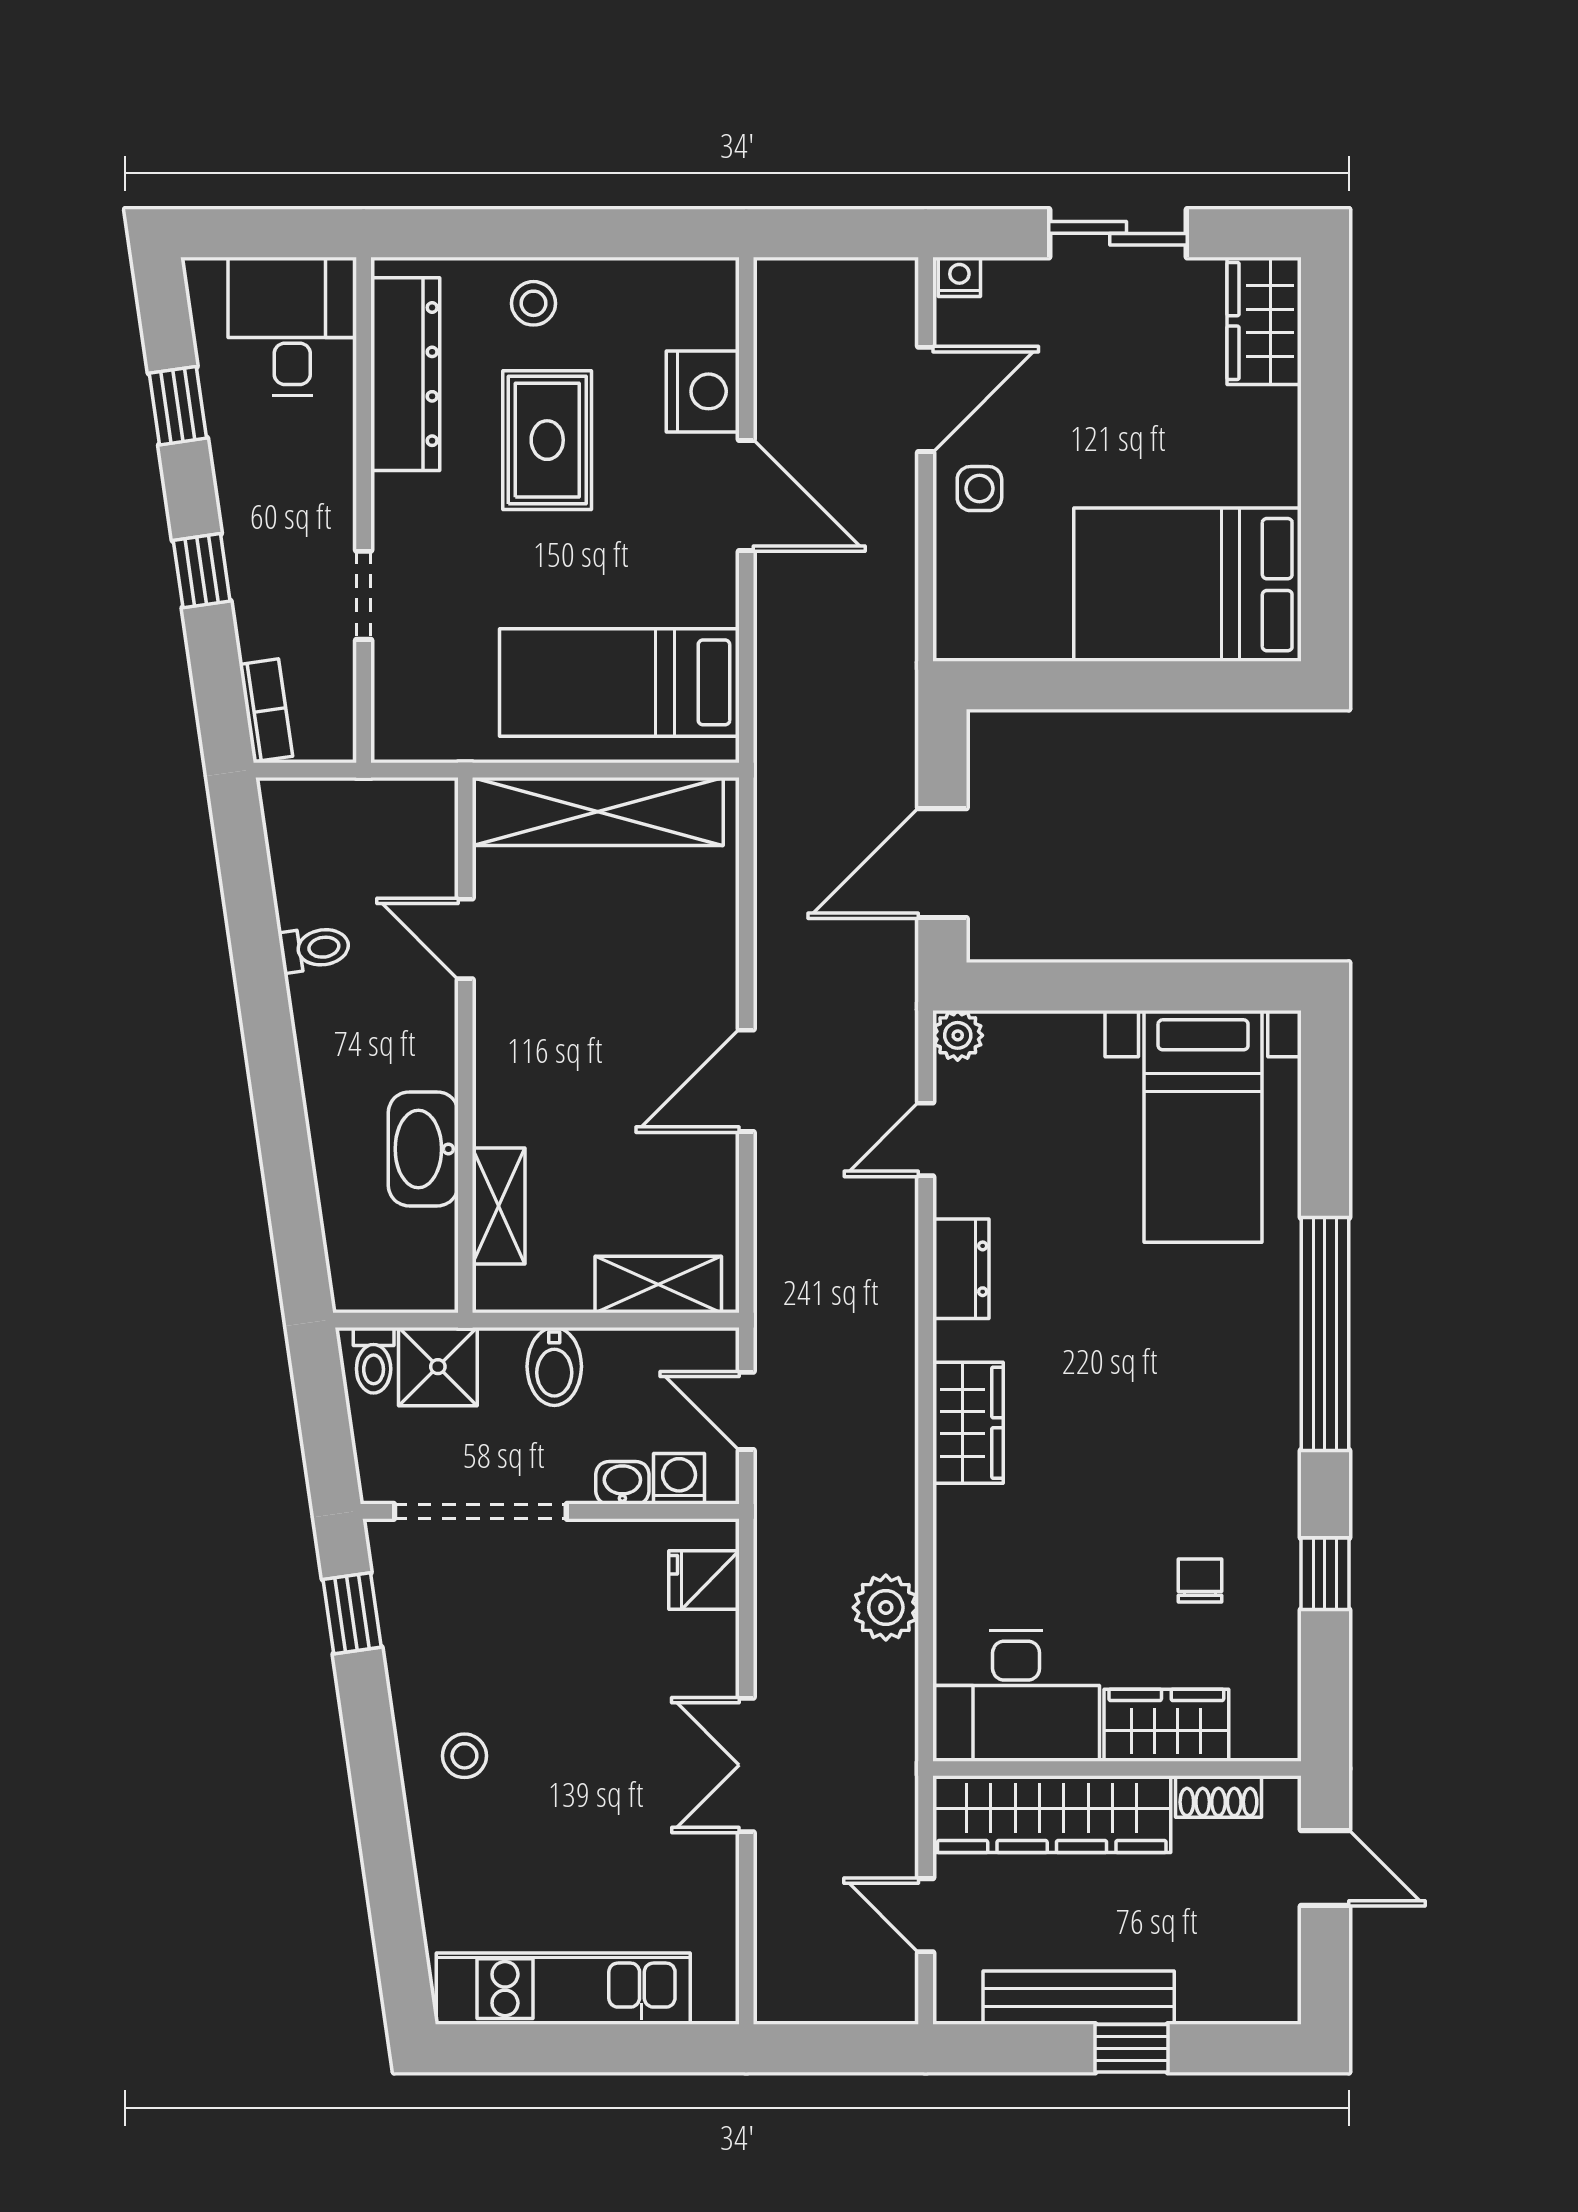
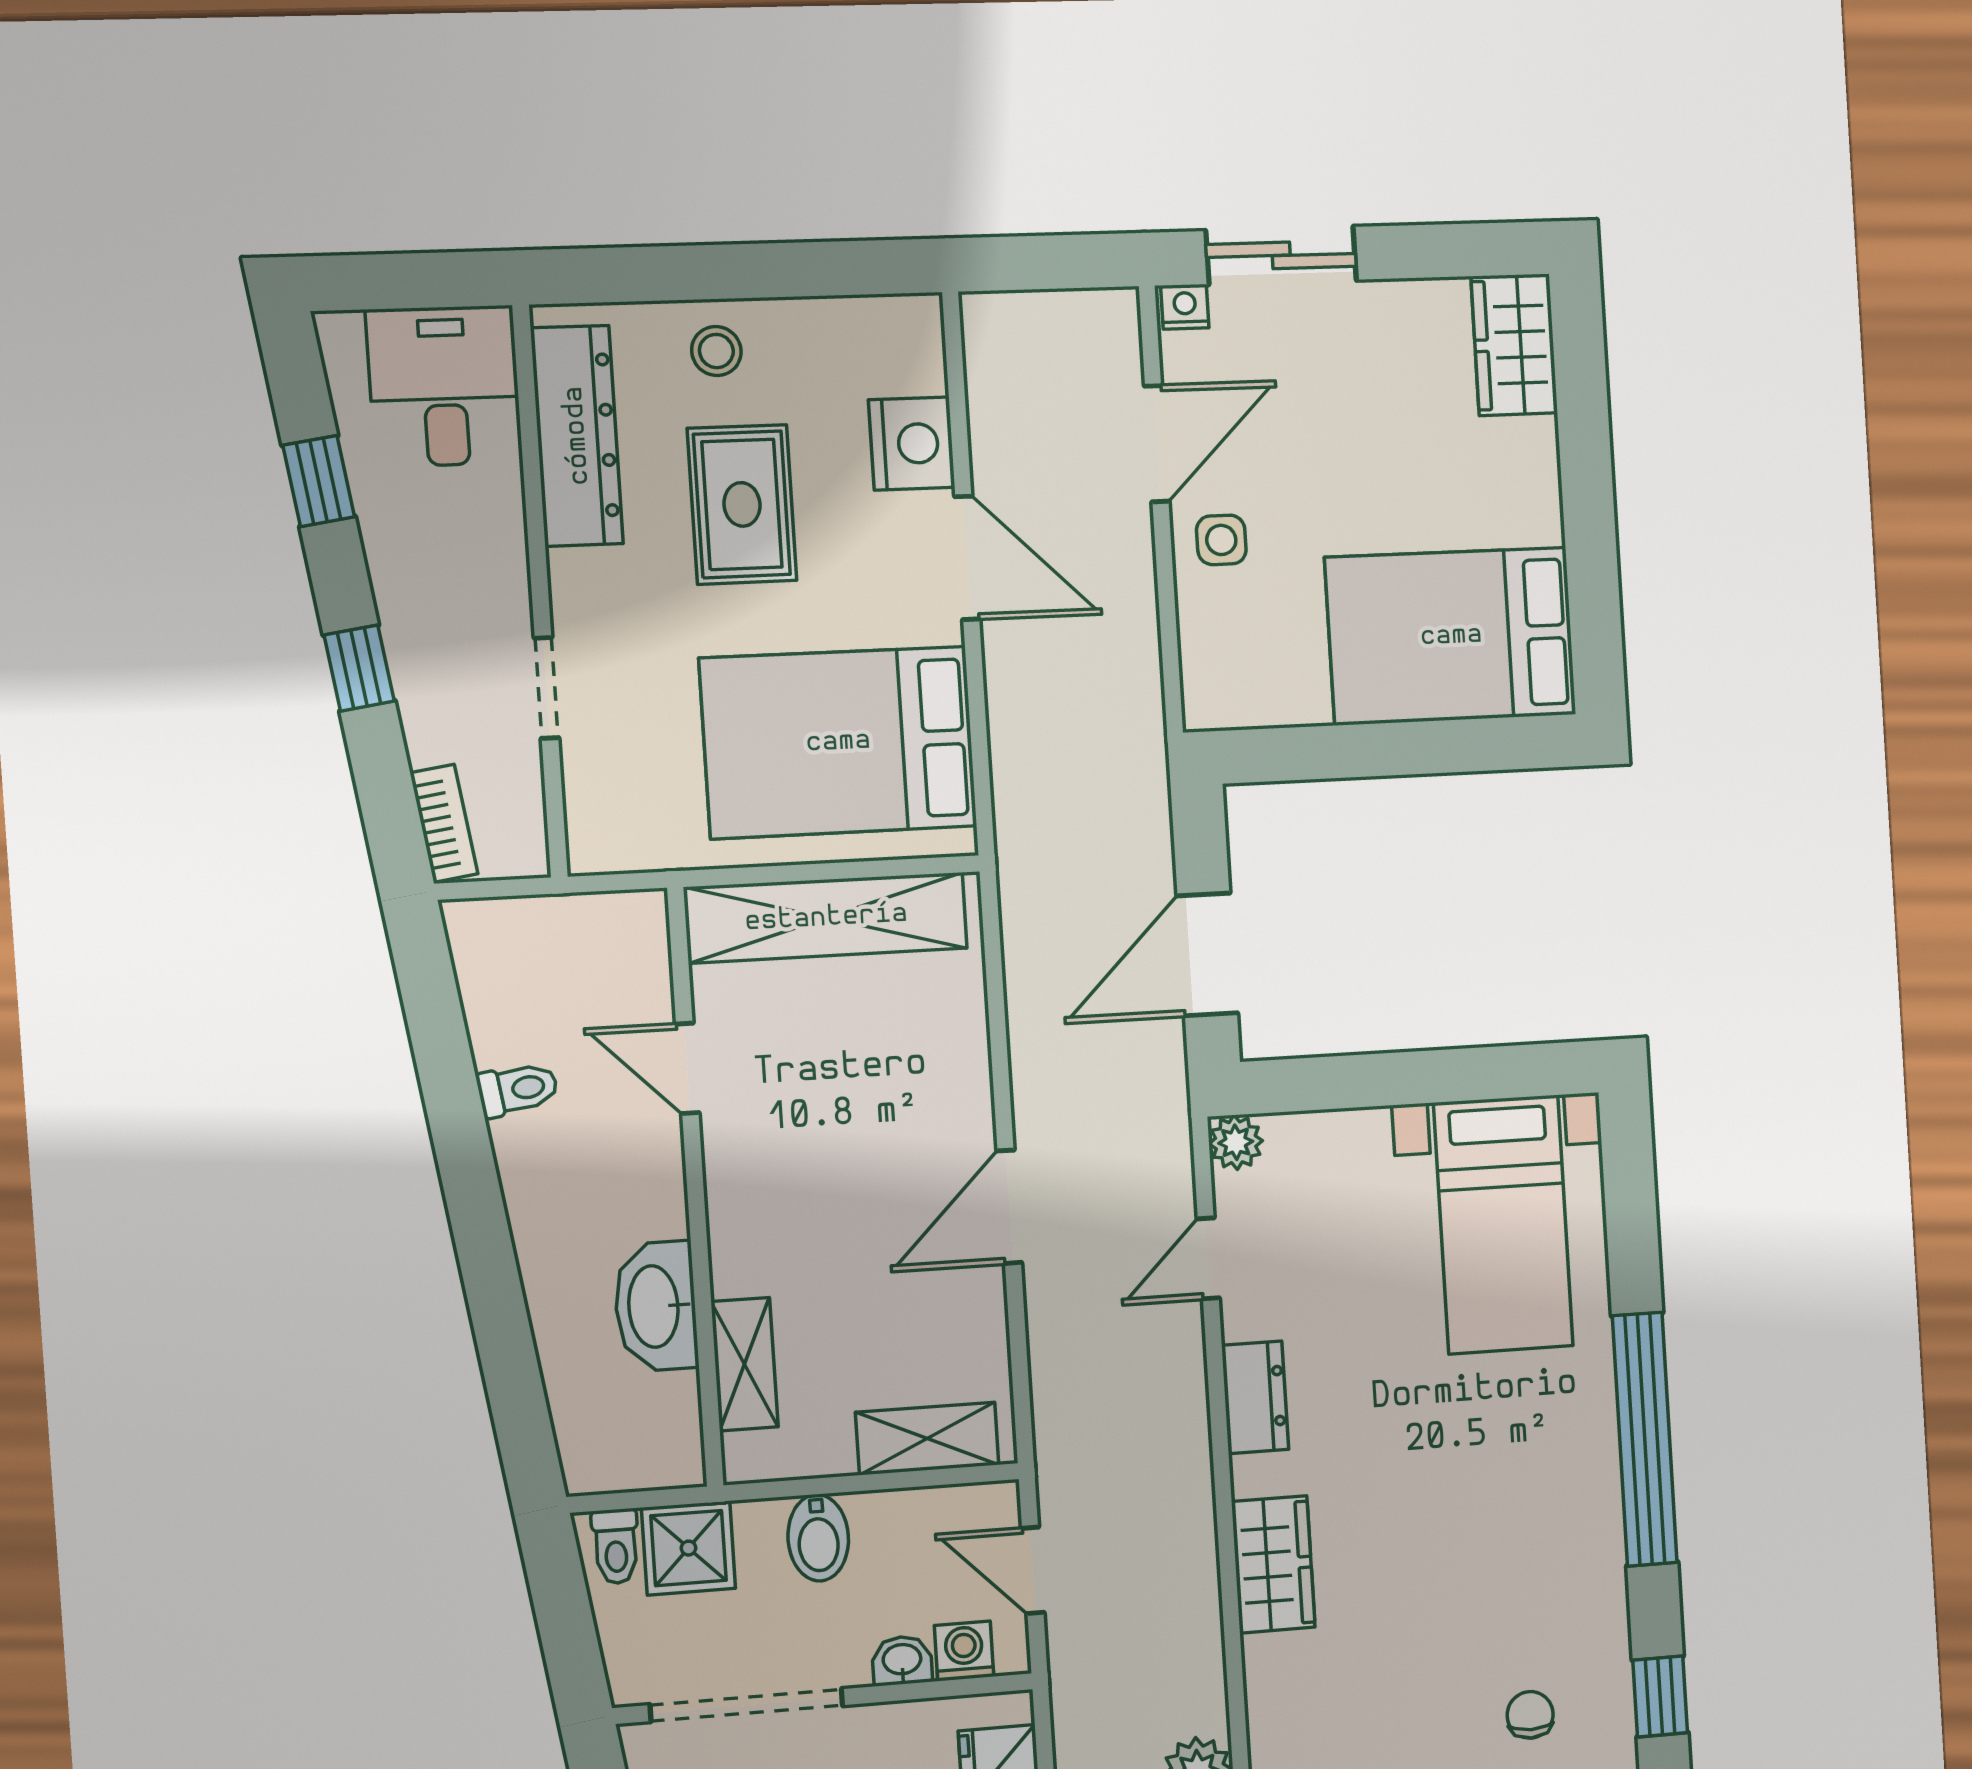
sliding door: (1118, 233) -> (1281, 255), moved
bed: (619, 682) -> (838, 742), width x1.50

